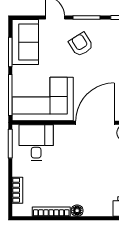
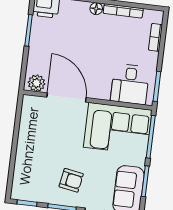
armchair: (81, 44) -> (71, 180), turned -48
door: (95, 123) -> (67, 97), swing flipped

